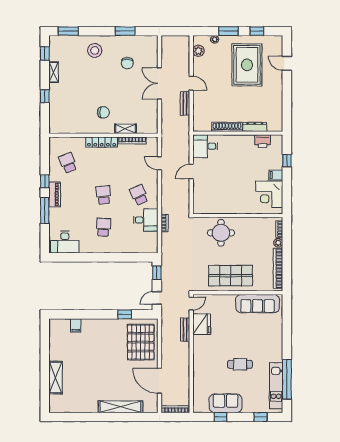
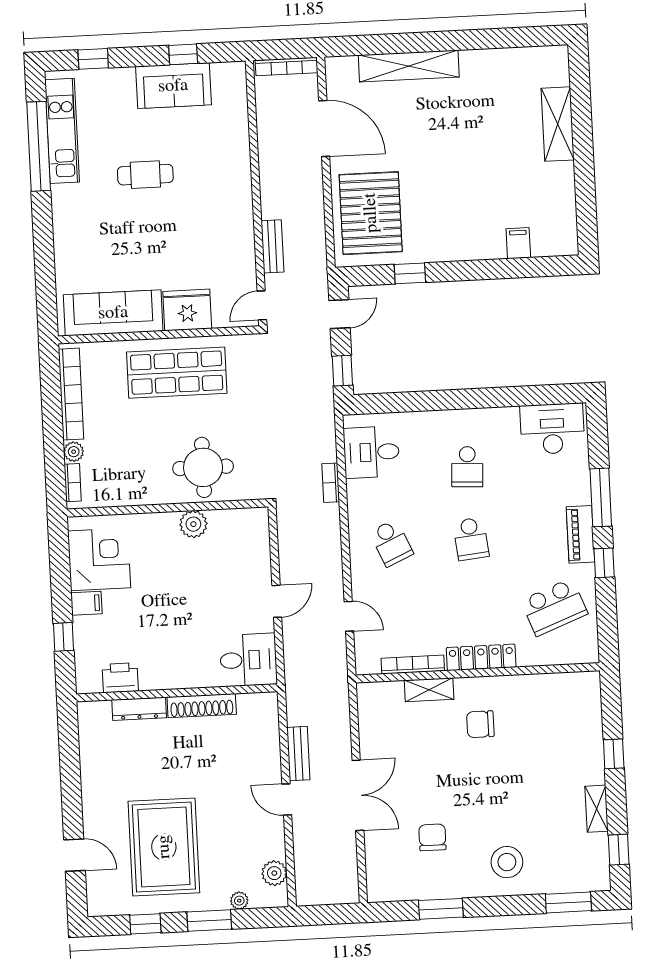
school desk: (68, 163) -> (554, 607), width x1.85
plant: (227, 208) -> (193, 524), added
desk: (146, 220) -> (371, 452), moved
fridge: (202, 324) -> (187, 310), moved, turned 90

